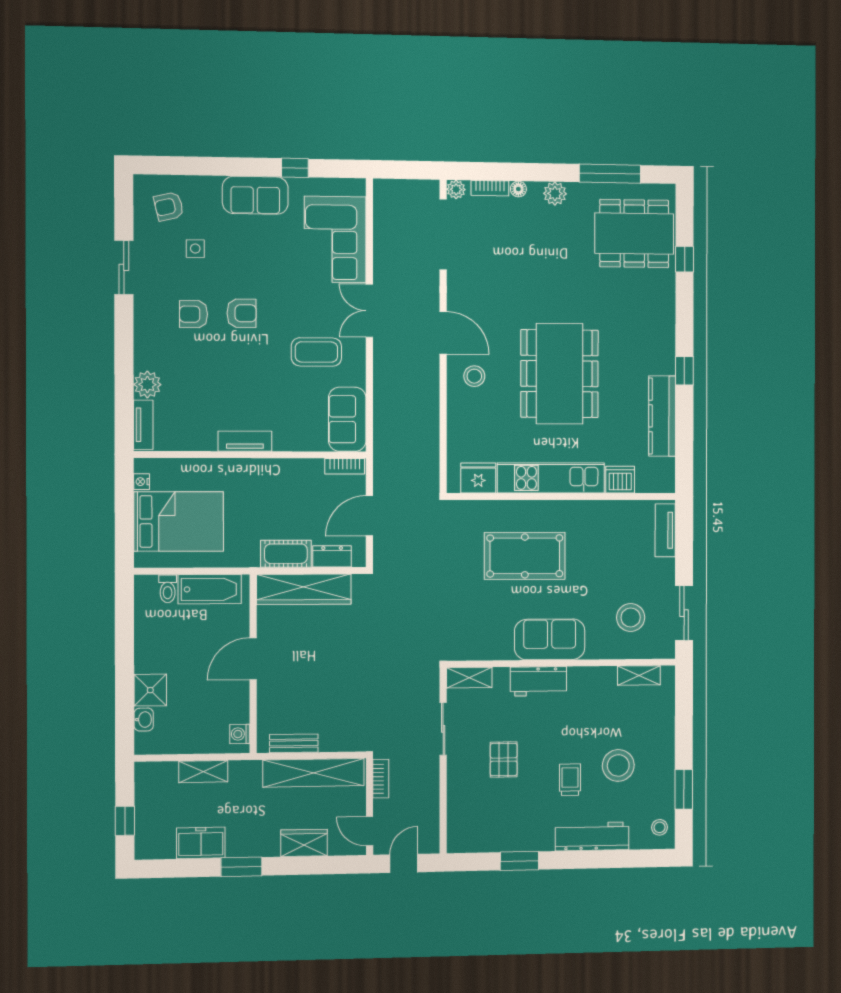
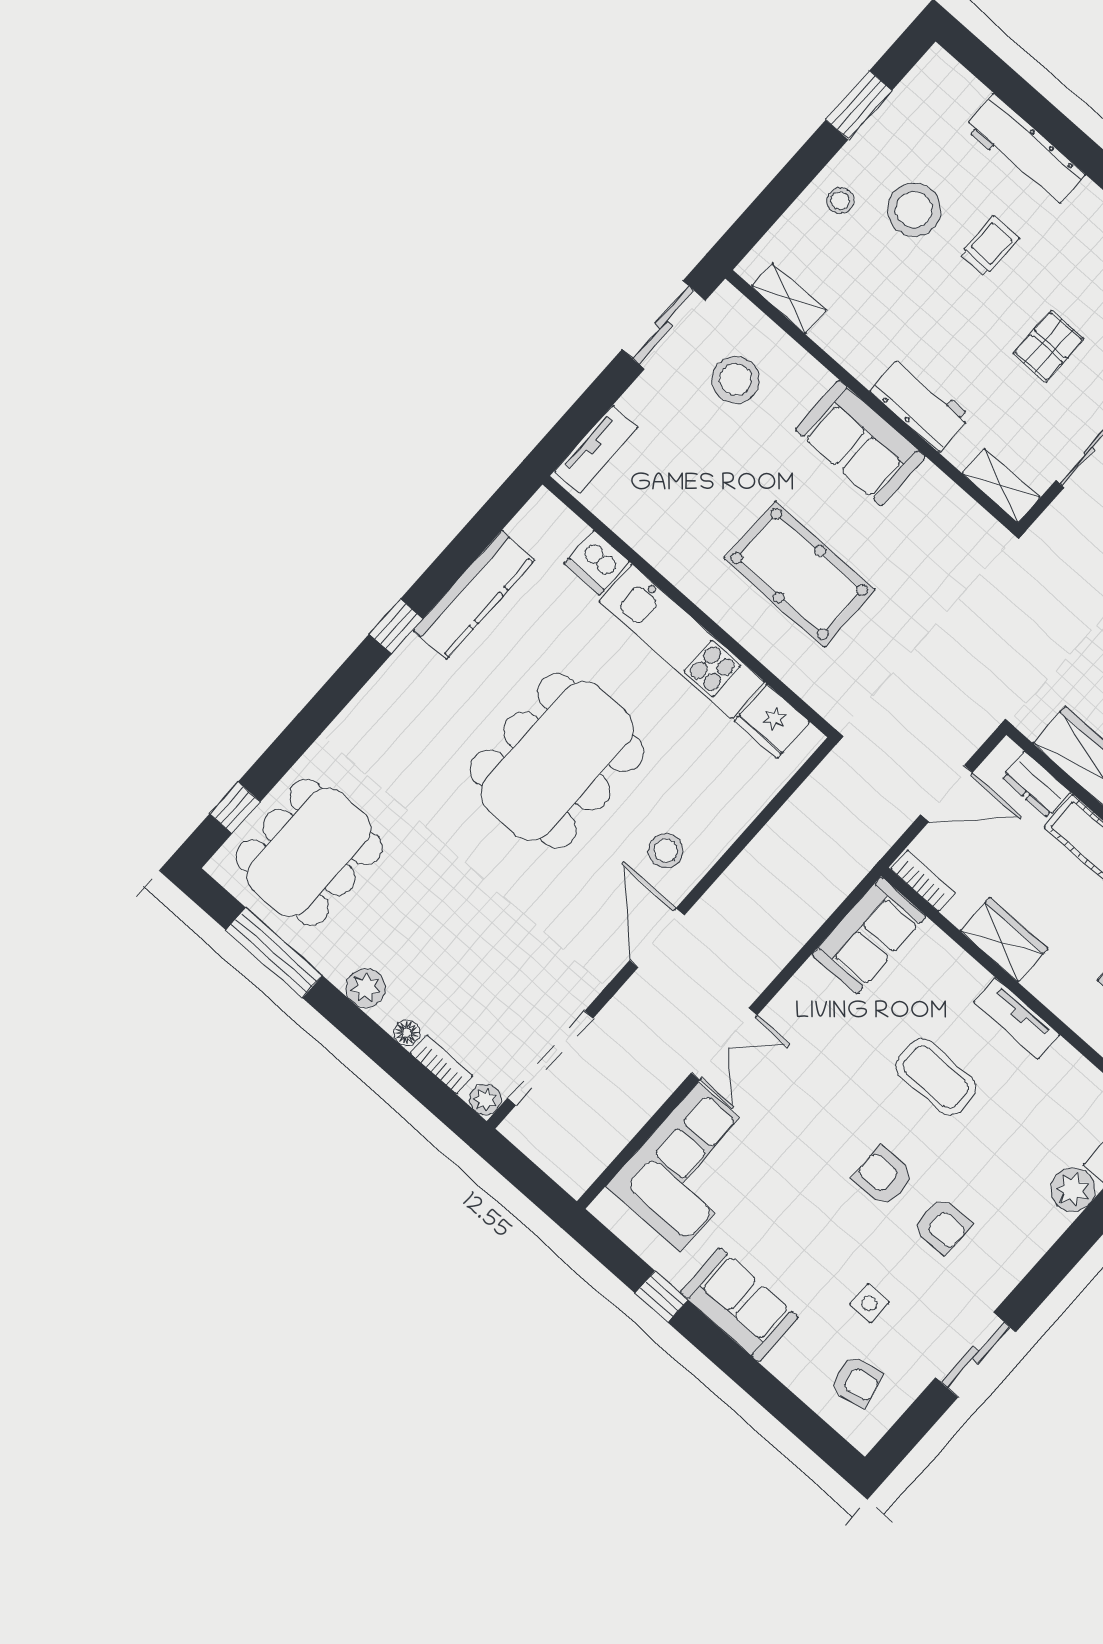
dining table: (634, 234) -> (309, 852), turned 90
window: (685, 259) -> (235, 808), moved
coffee table: (316, 352) -> (936, 1077), moved
wardrobe: (283, 472) -> (1004, 940), added
trolley: (570, 780) -> (989, 246), turned 180
stool: (660, 827) -> (840, 201), moved

